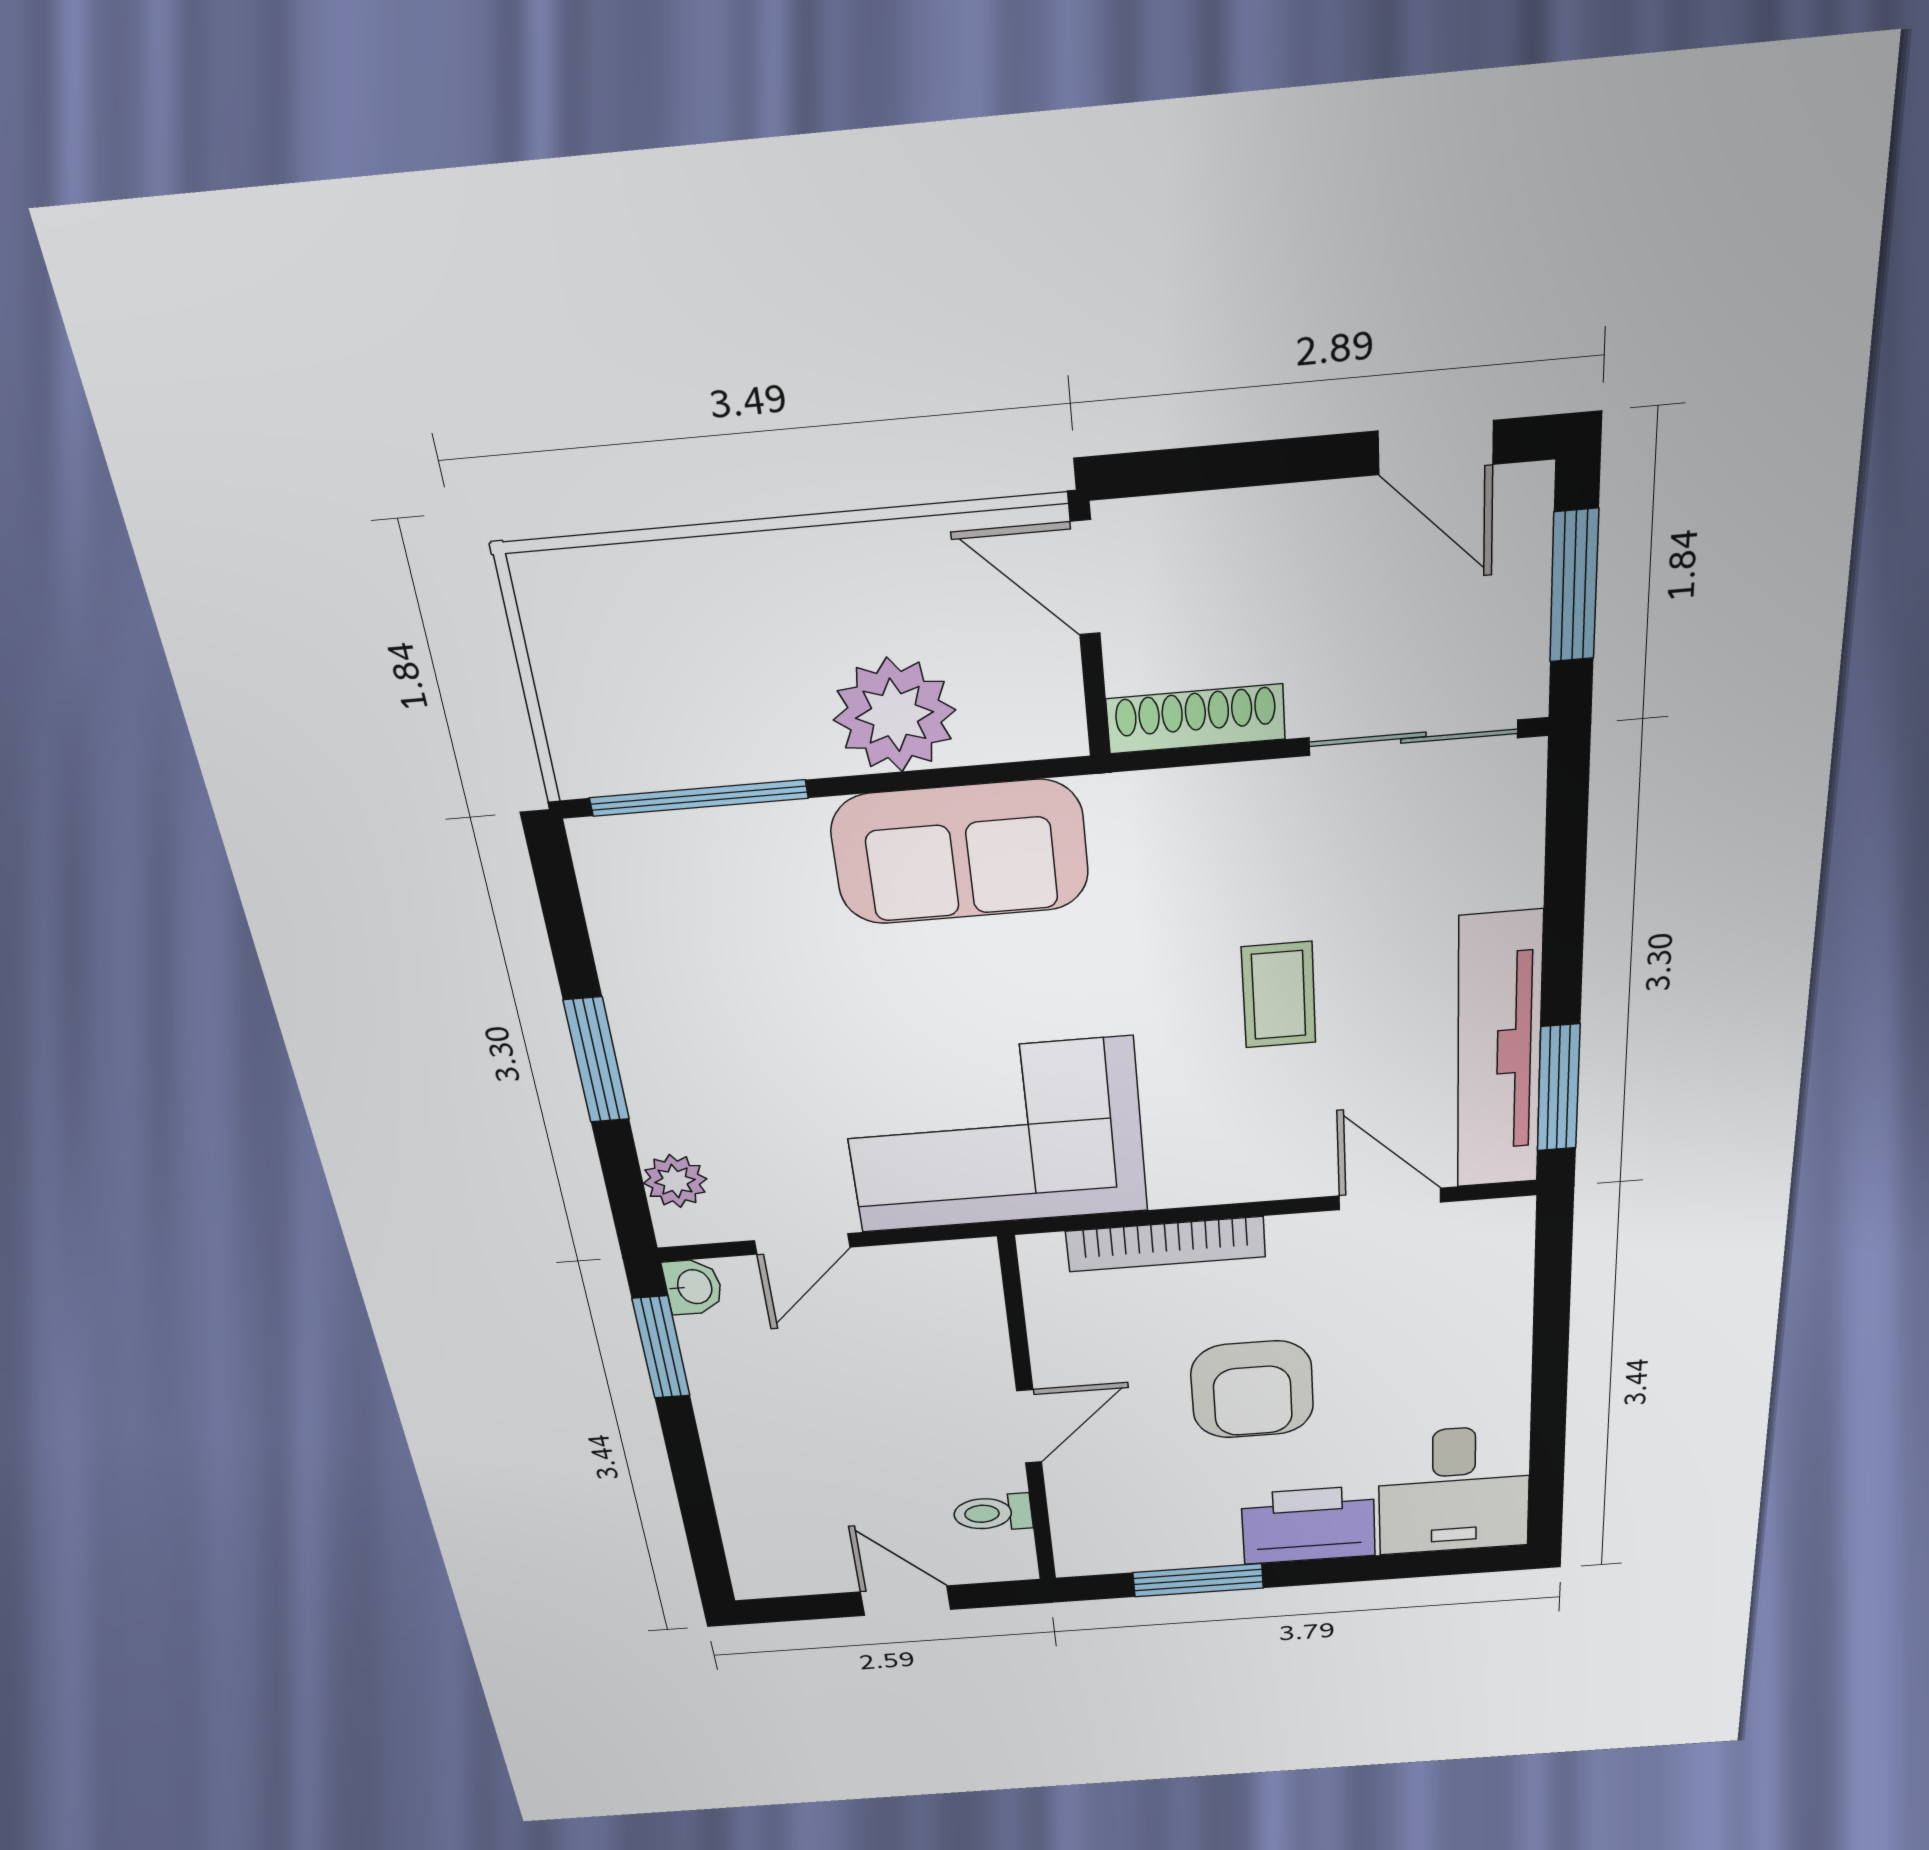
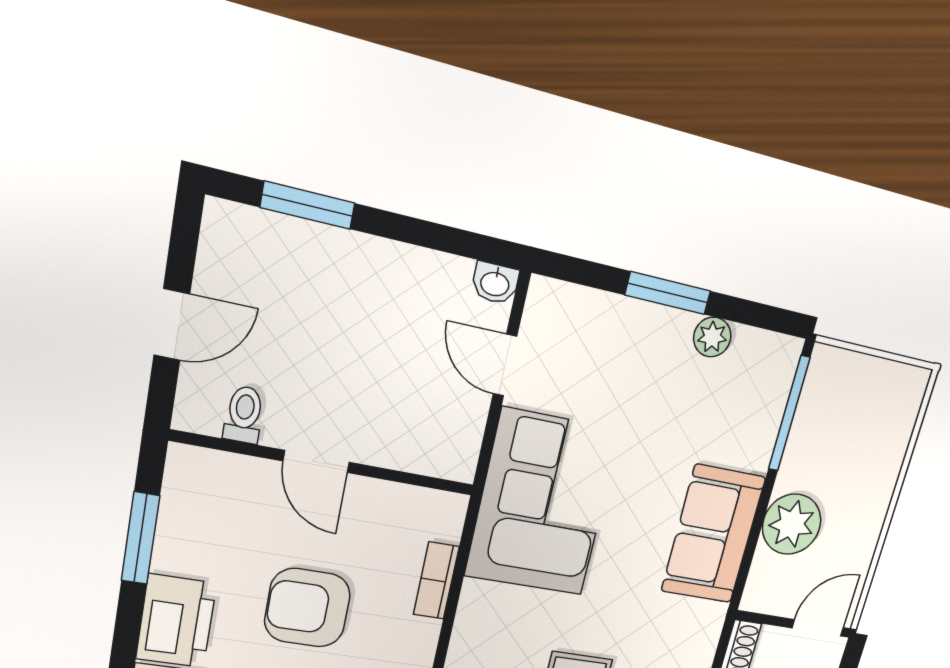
plant: (675, 1181) -> (712, 337), moved
bookcase: (1166, 1244) -> (436, 581), width x0.64
window: (661, 1347) -> (308, 205), moved

